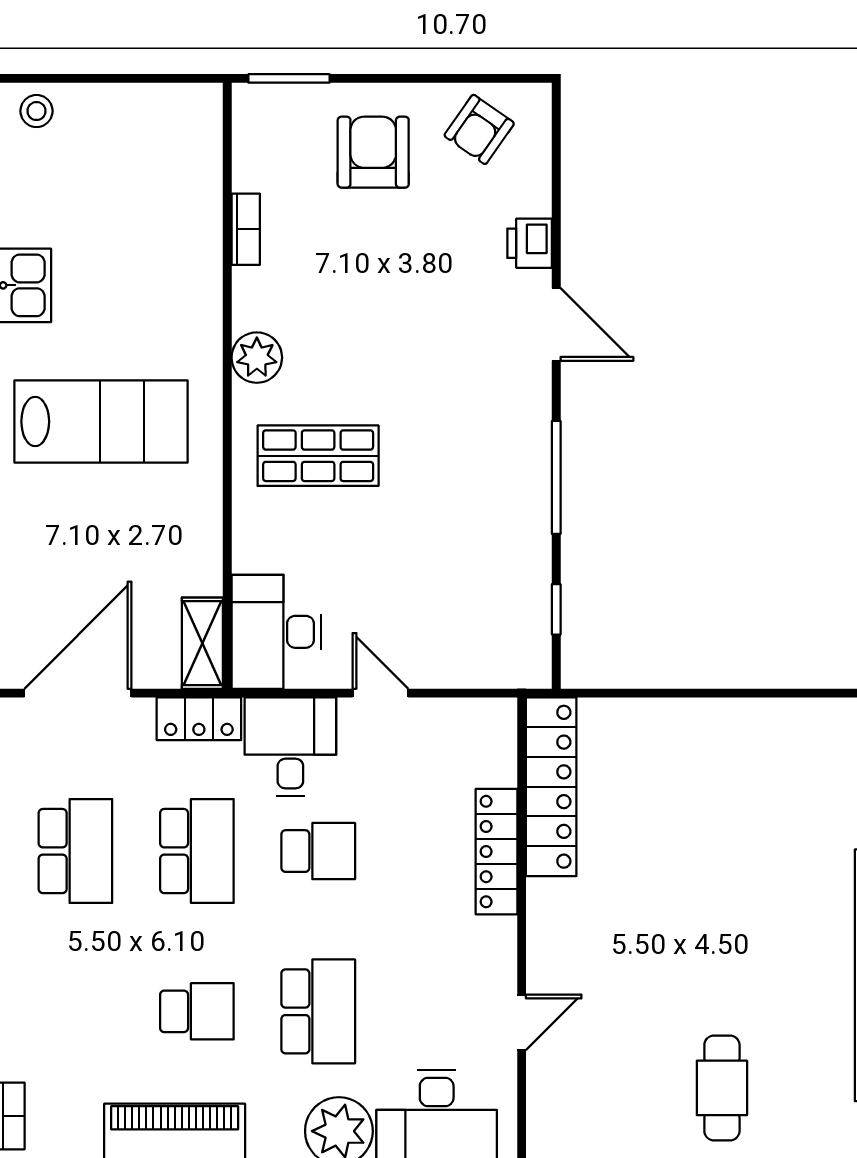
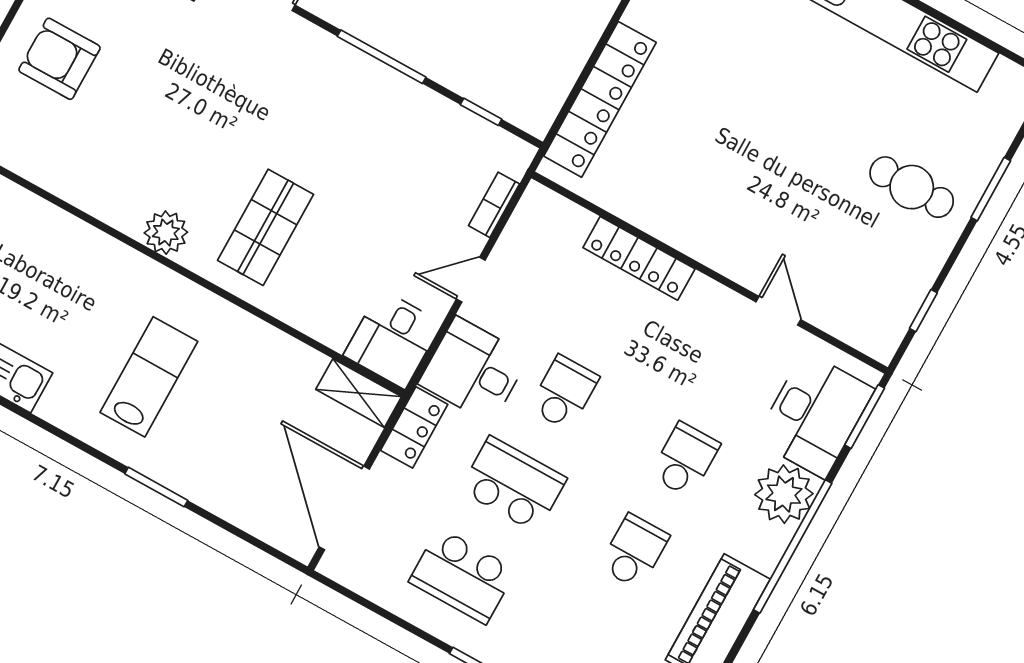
bookcase: (246, 229) -> (494, 205), moved, turned -90
lab bench: (101, 422) -> (149, 377), width x0.73, depth x0.72
desk: (276, 632) -> (393, 339), width x0.73
locker: (551, 787) -> (600, 99), moved, turned 90
school desk: (75, 851) -> (462, 576), turned 180
school desk: (318, 1011) -> (685, 460), width x0.54

